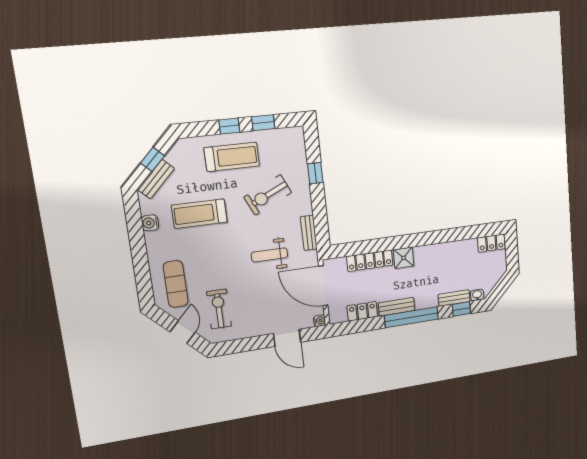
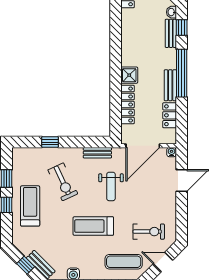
treadmill: (199, 214) -> (93, 226), moved, turned 90
exercise bike: (219, 309) -> (149, 232), turned 180

